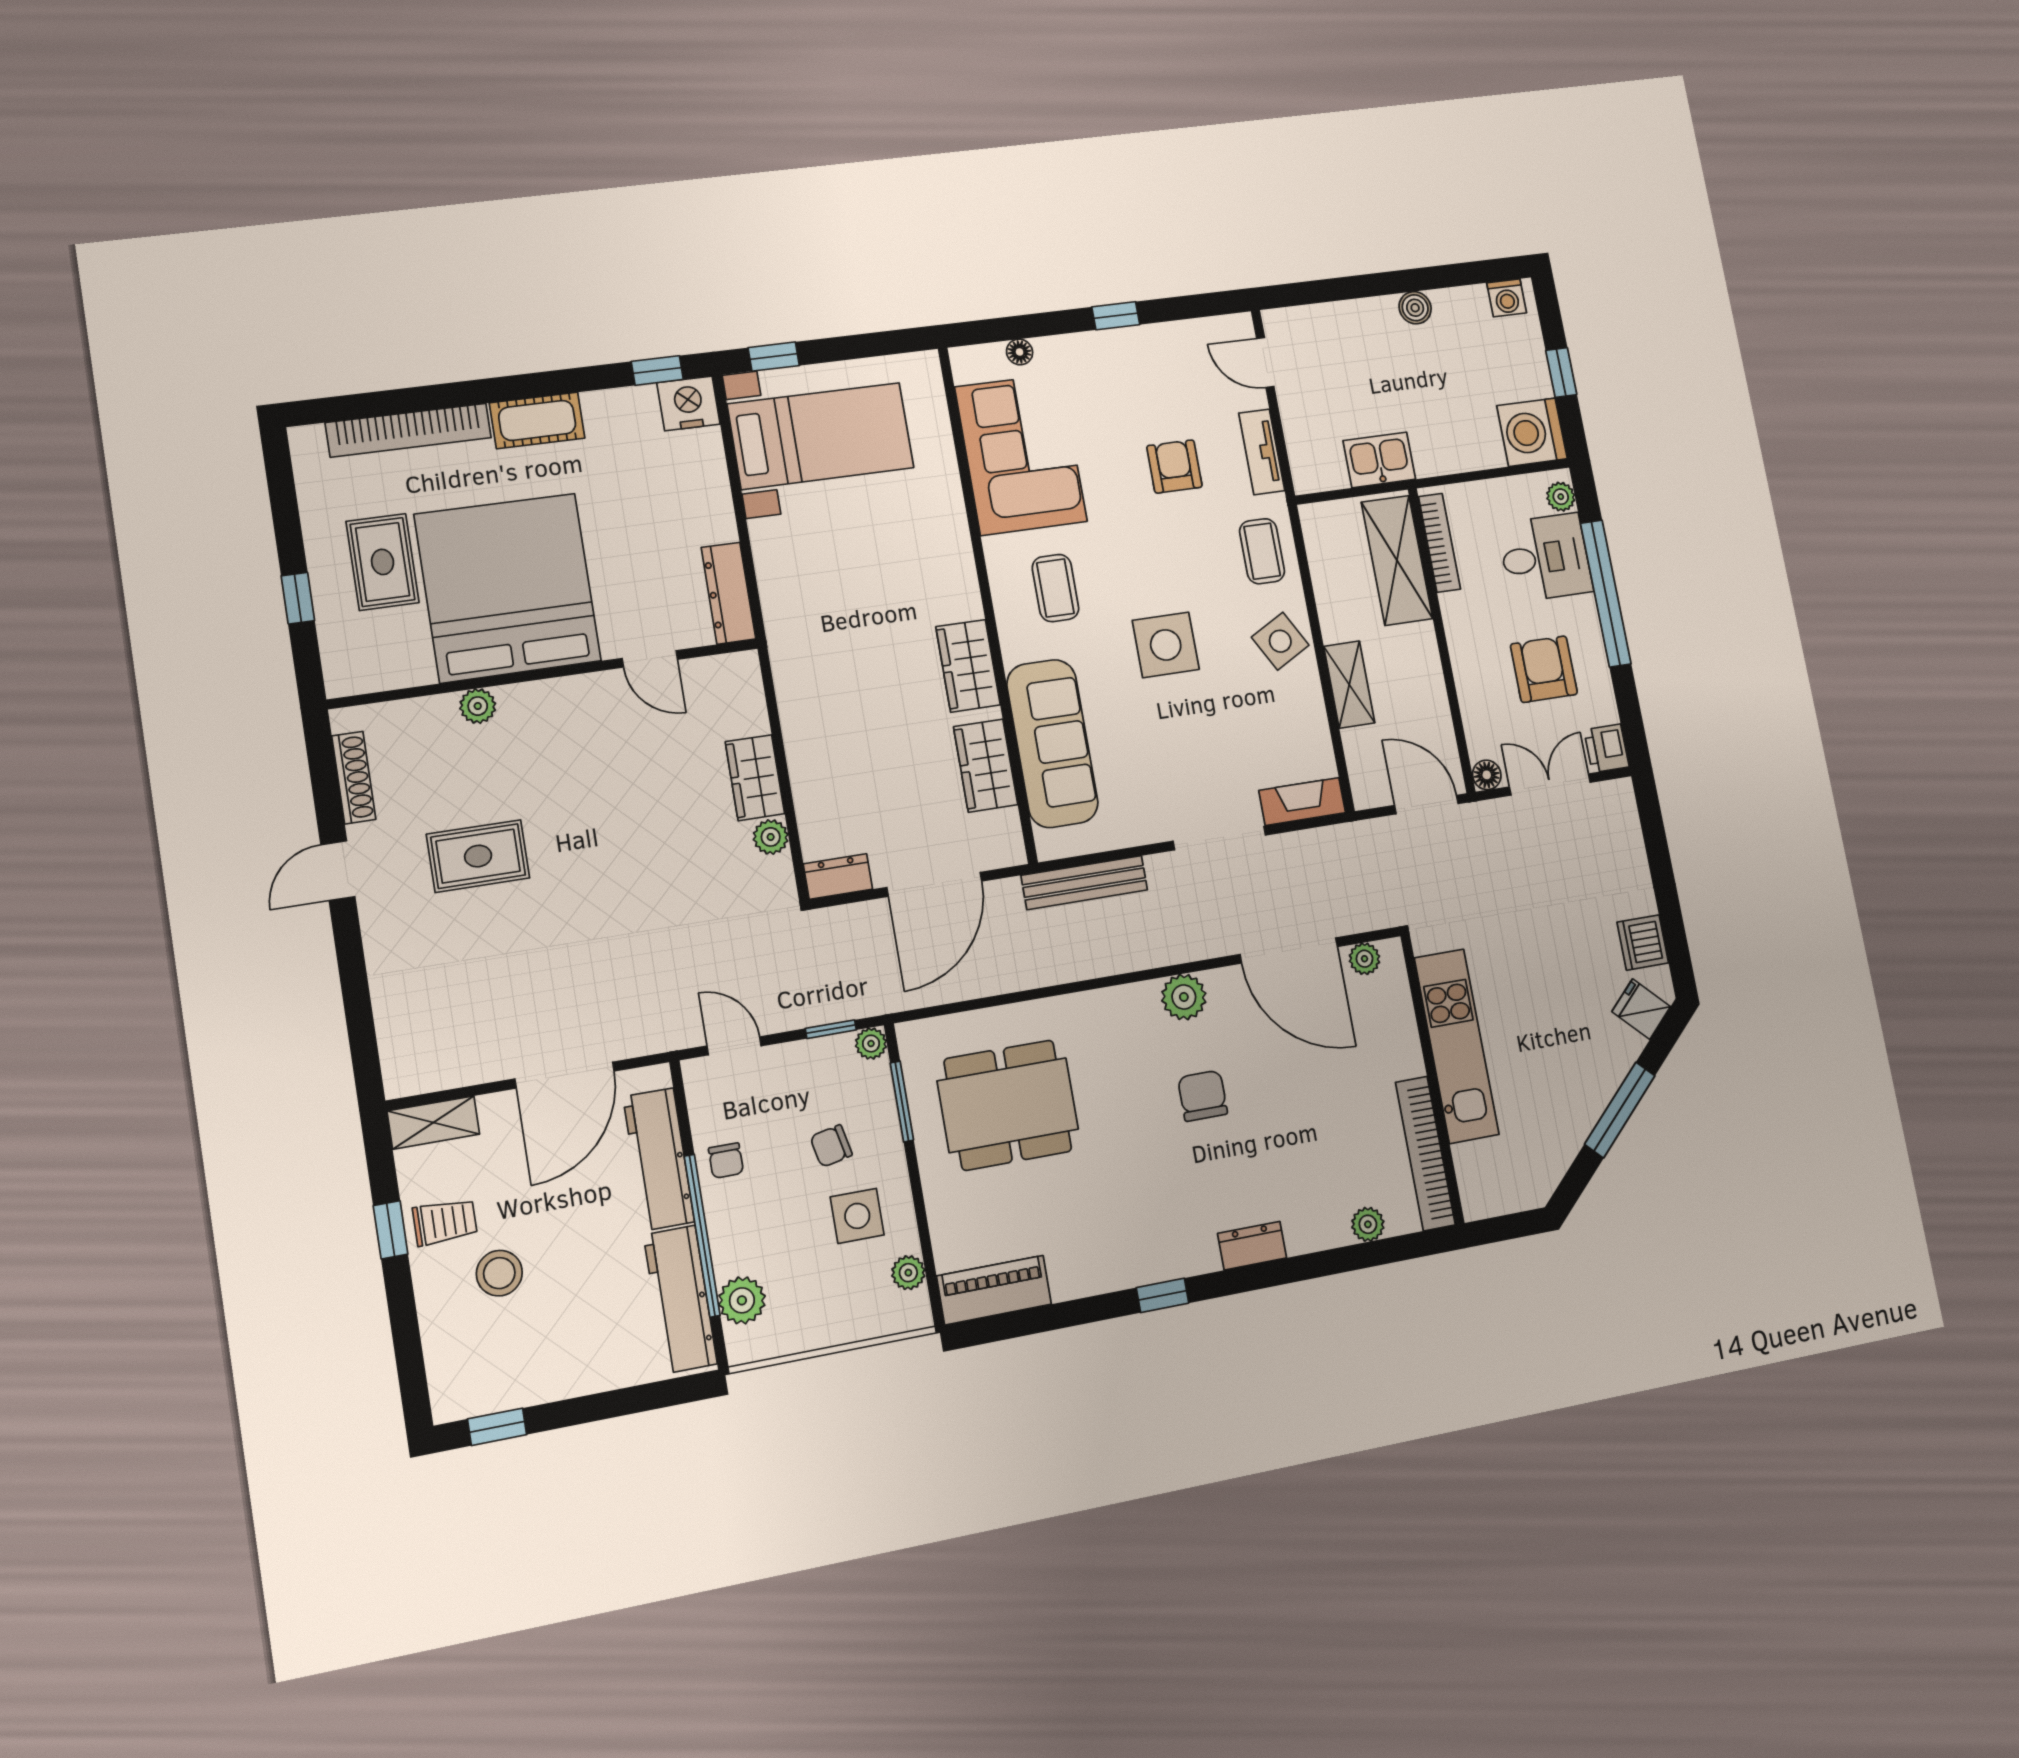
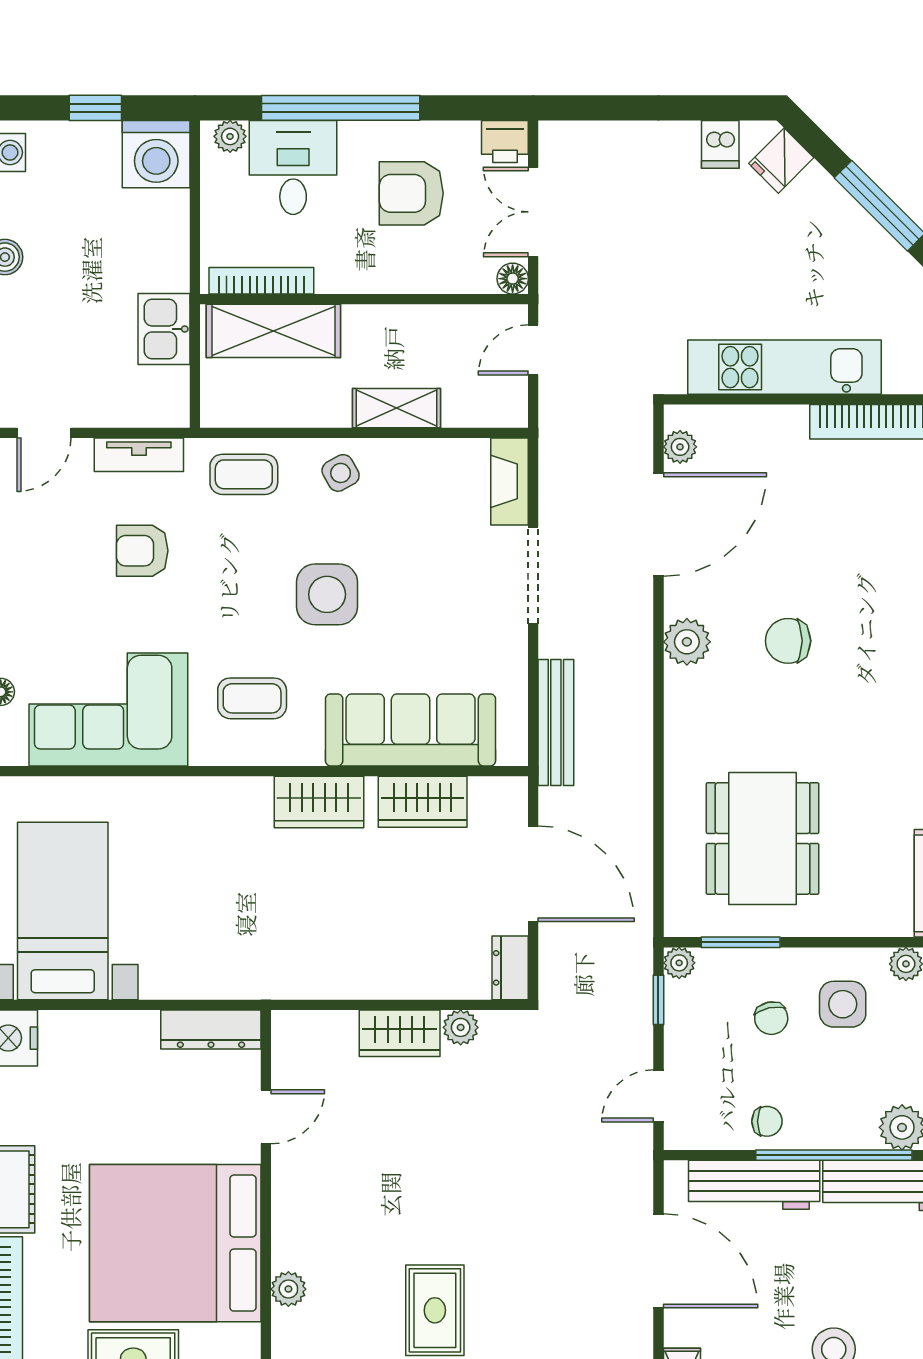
side table: (1280, 641) -> (341, 473), width x0.73, depth x0.73
door: (1426, 805) -> (533, 350), width x0.73
dishwasher: (1643, 943) -> (720, 144), width x0.73

